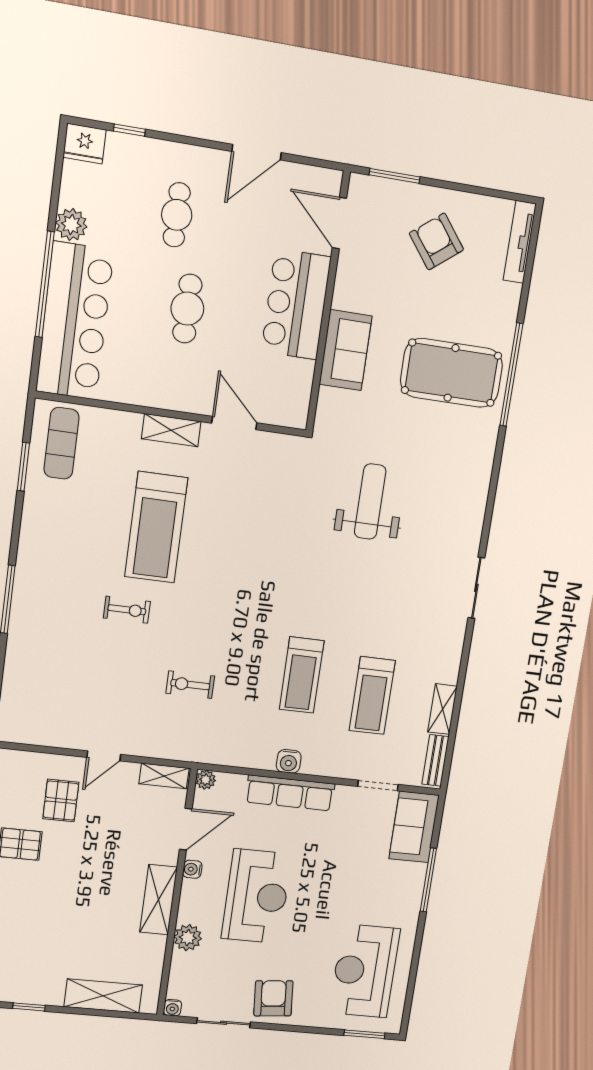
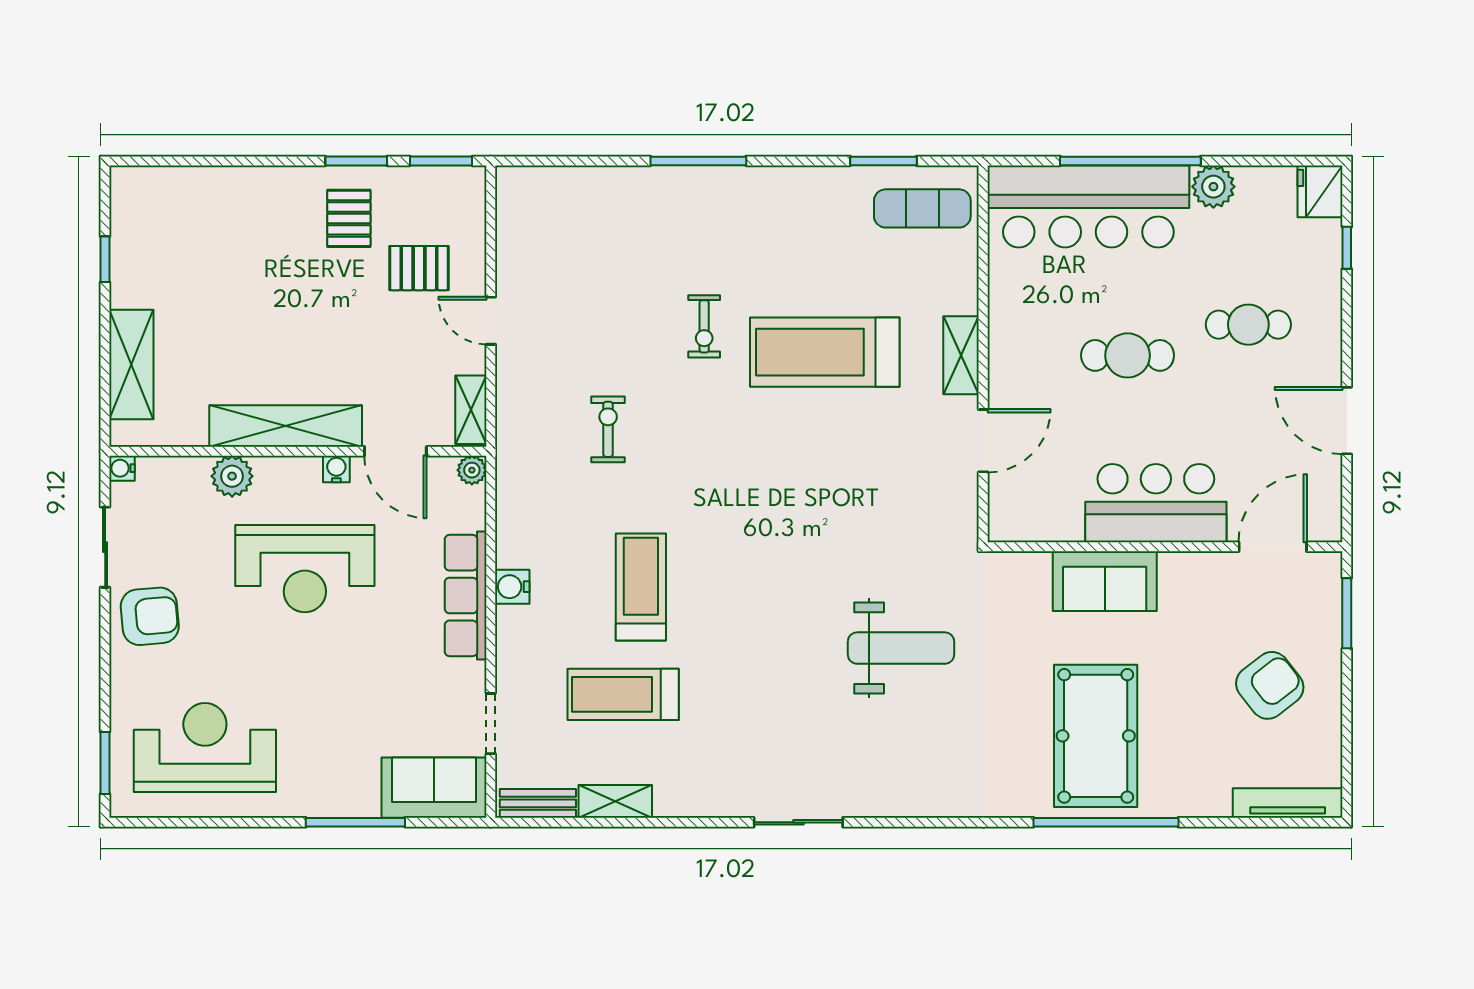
treadmill: (302, 675) -> (641, 587), turned 90
shelving: (159, 900) -> (286, 426), width x1.47

